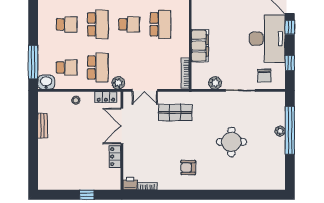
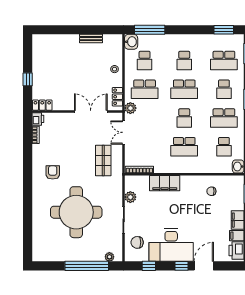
plant: (280, 131) -> (109, 257), moved
round table: (231, 142) -> (76, 212), width x1.86, depth x1.86
locker: (115, 157) -> (42, 105), moved

